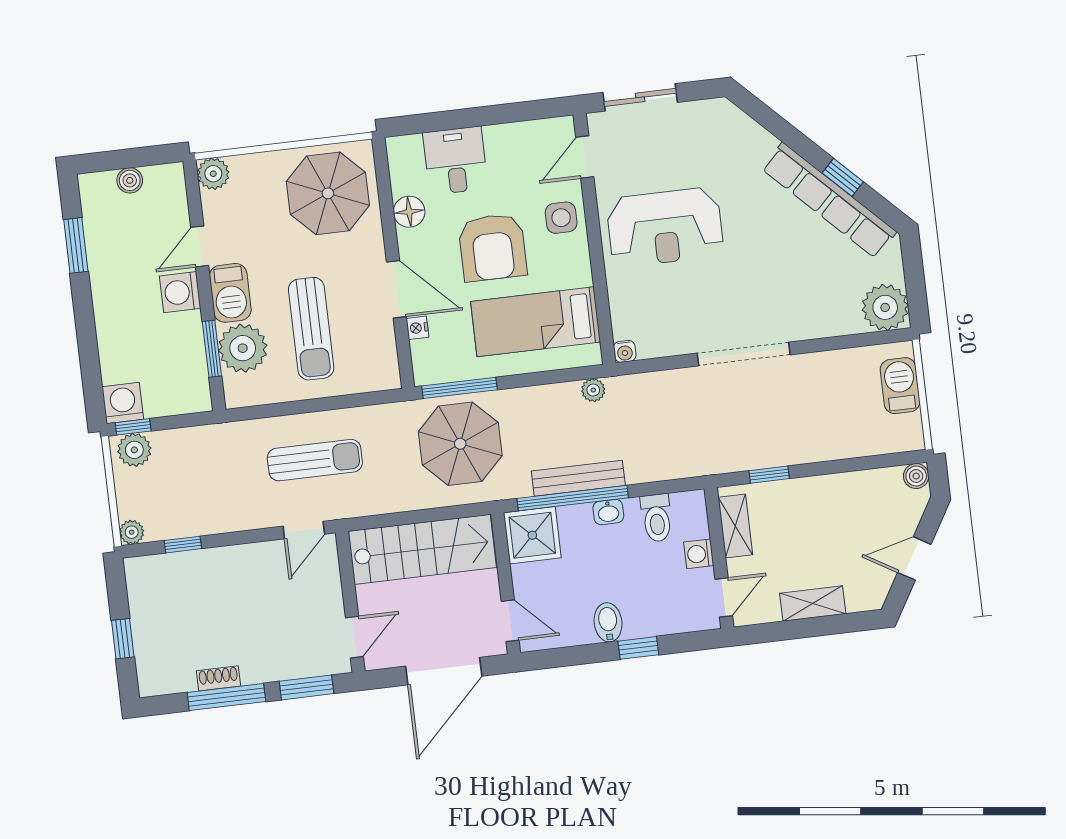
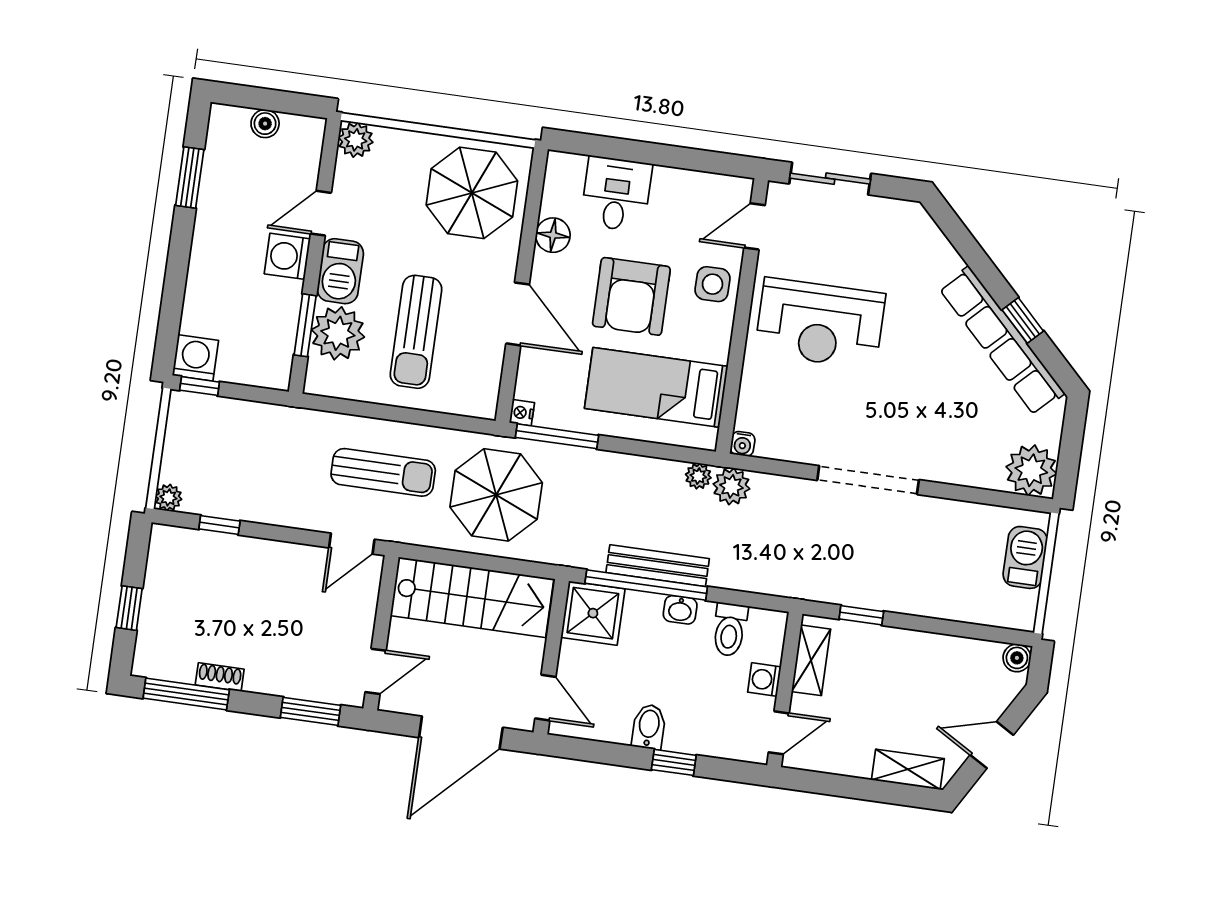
nightstand: (417, 328) -> (522, 413), moved
parasol: (460, 444) -> (496, 495), moved
plant: (134, 450) -> (731, 486), moved
shelving: (813, 604) -> (908, 769), moved
window: (226, 697) -> (186, 694), moved

